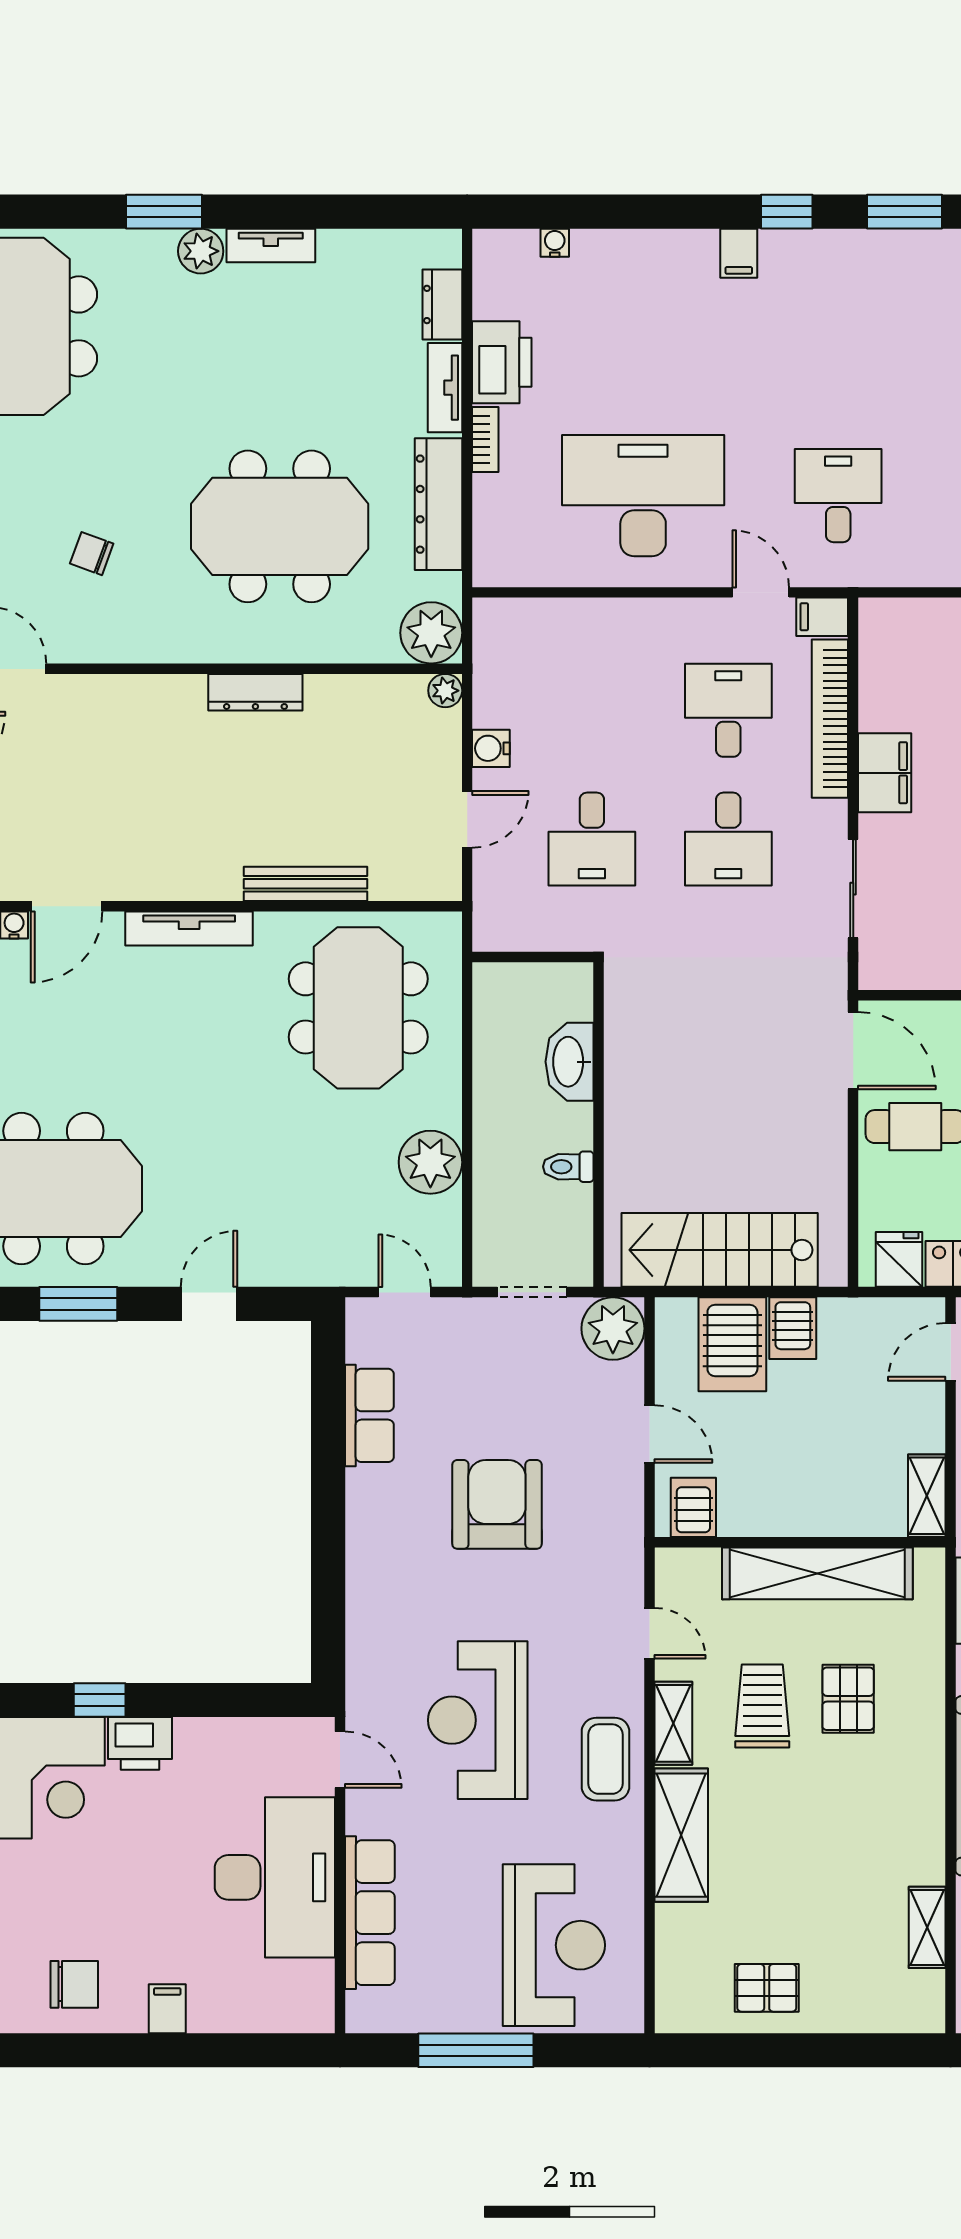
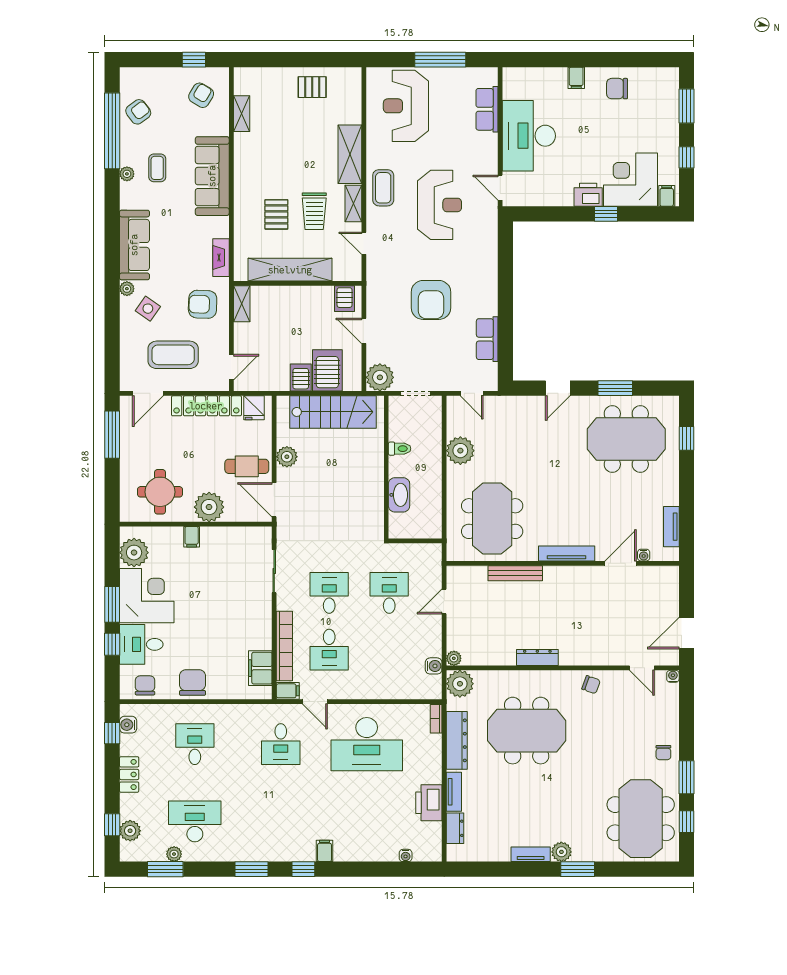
bookcase: (485, 439) -> (436, 719), moved
chair: (92, 554) -> (591, 685), moved
water cooler: (491, 748) -> (434, 666), moved
filing cabinet: (885, 773) -> (260, 668), moved
plant: (824, 1148) -> (287, 457), added
row of seats: (370, 1913) -> (487, 109), width x0.68

